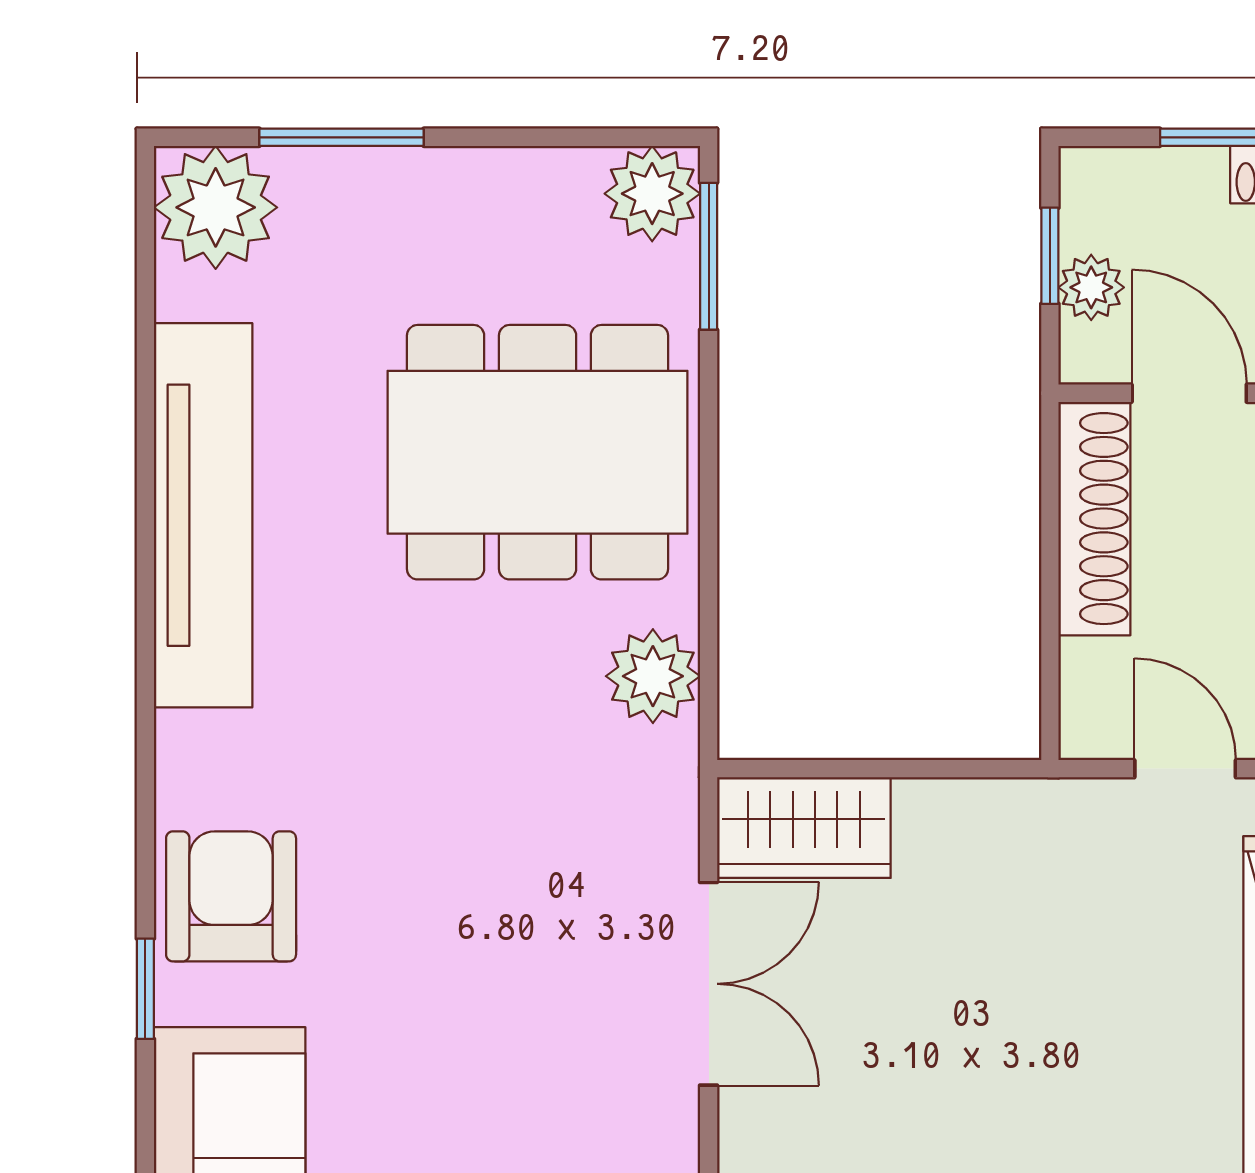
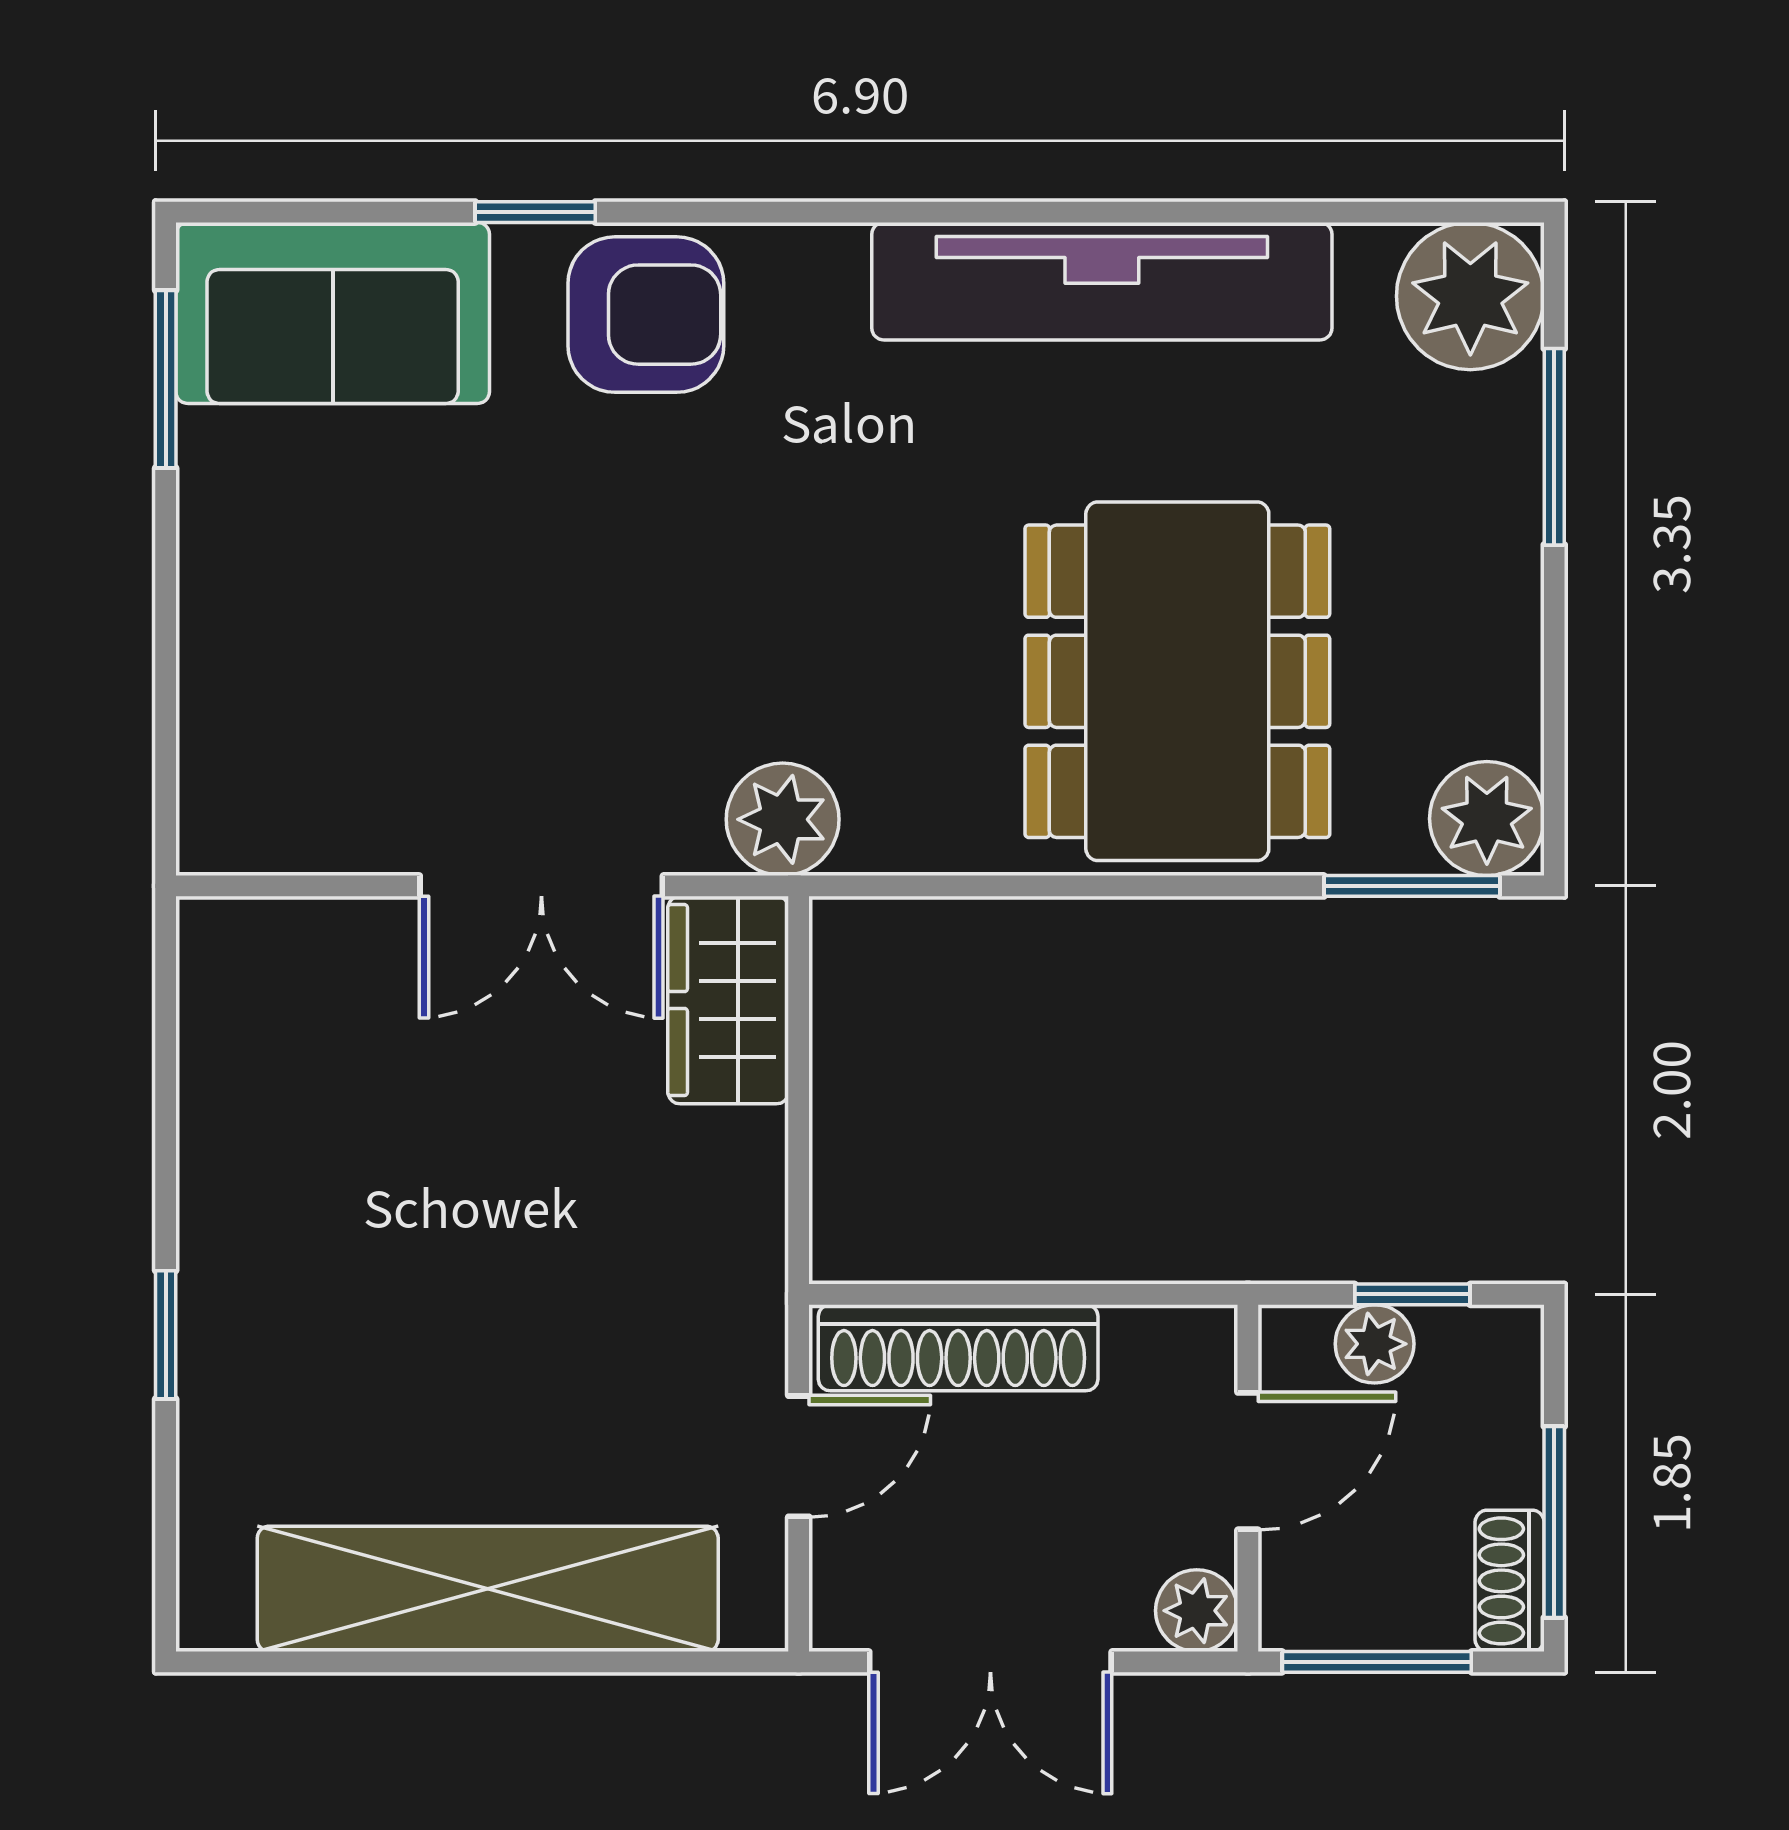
shoe rack: (1094, 519) -> (958, 1348), moved
plant: (653, 676) -> (783, 819), moved

